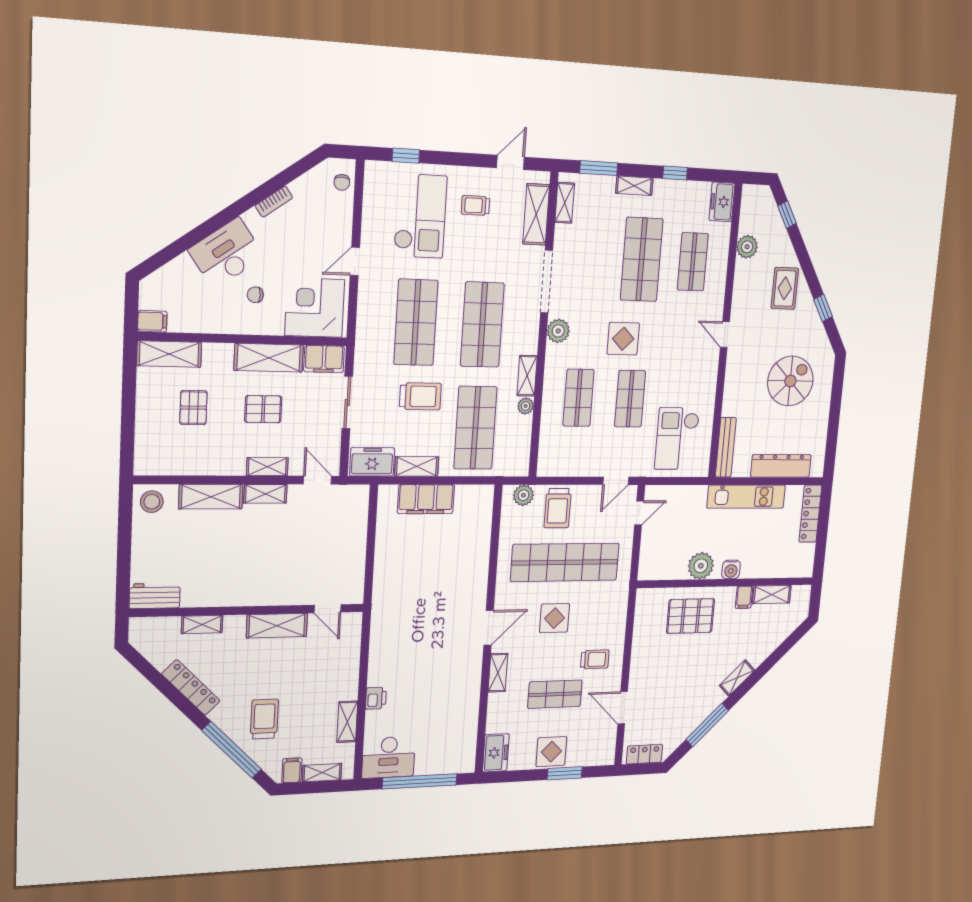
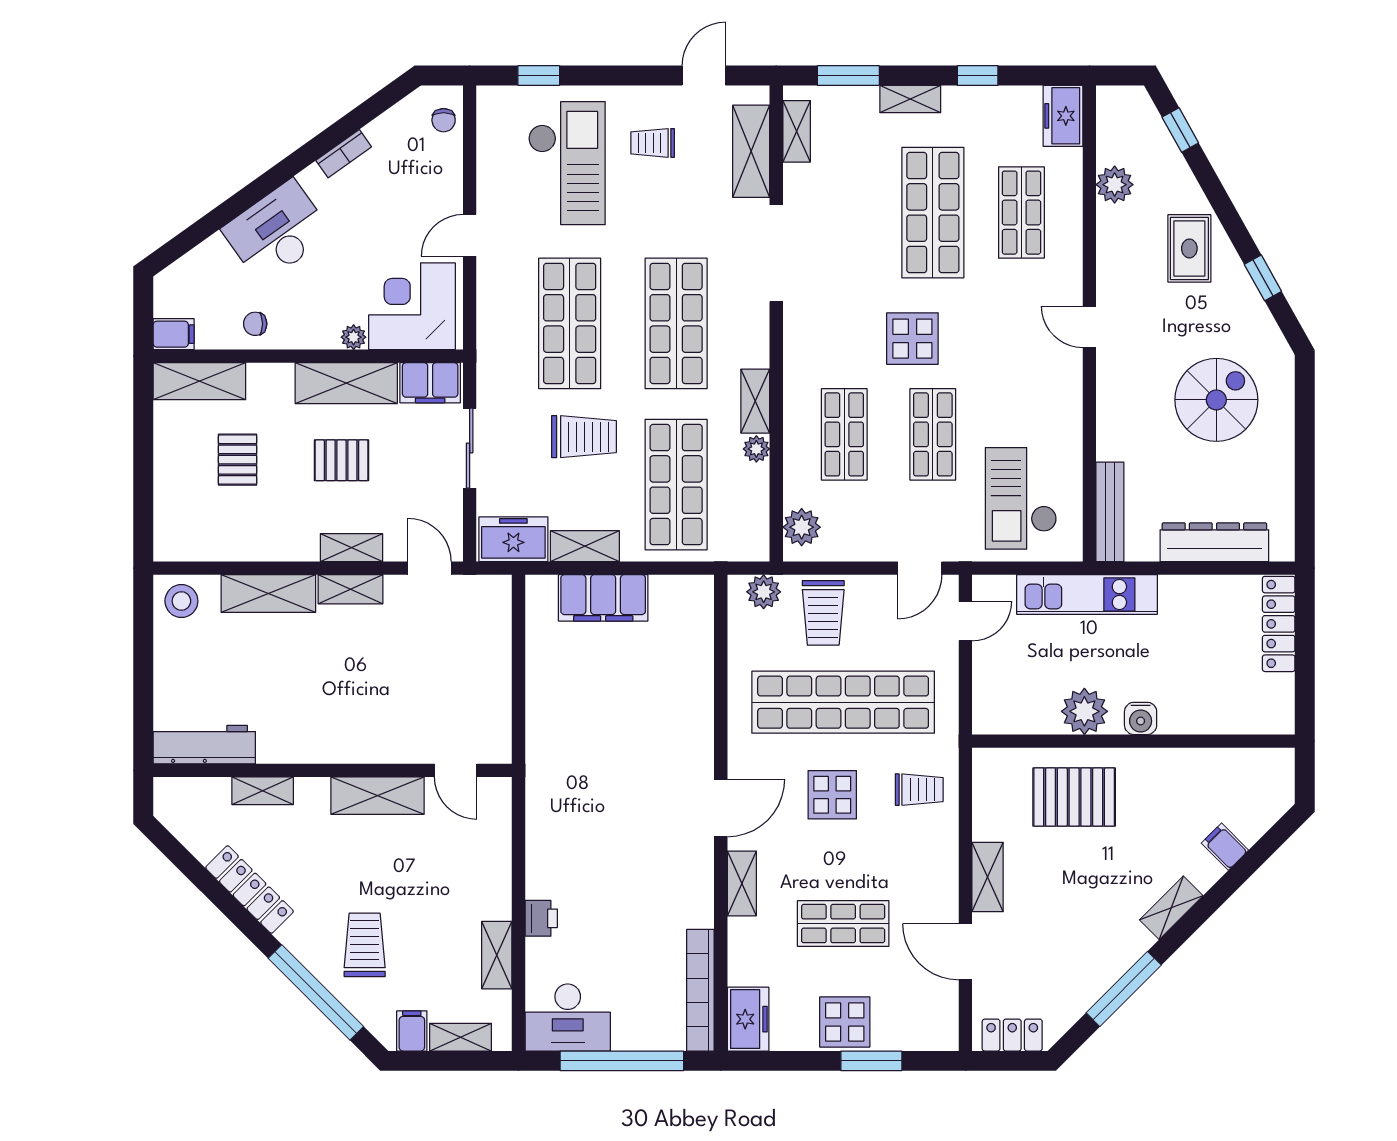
chair: (255, 295) -> (255, 324), moved
plant: (275, 327) -> (354, 337), added
plant: (558, 331) -> (802, 527), moved
kitchen unit: (746, 497) -> (1087, 595), moved
shelving: (772, 595) -> (988, 877), moved, turned 90
workbench: (155, 596) -> (204, 745), width x1.38
filing cabinet: (744, 597) -> (1225, 847), moved, turned 135
trolley: (595, 659) -> (919, 790), moved
bookcase: (469, 737) -> (700, 990), added

